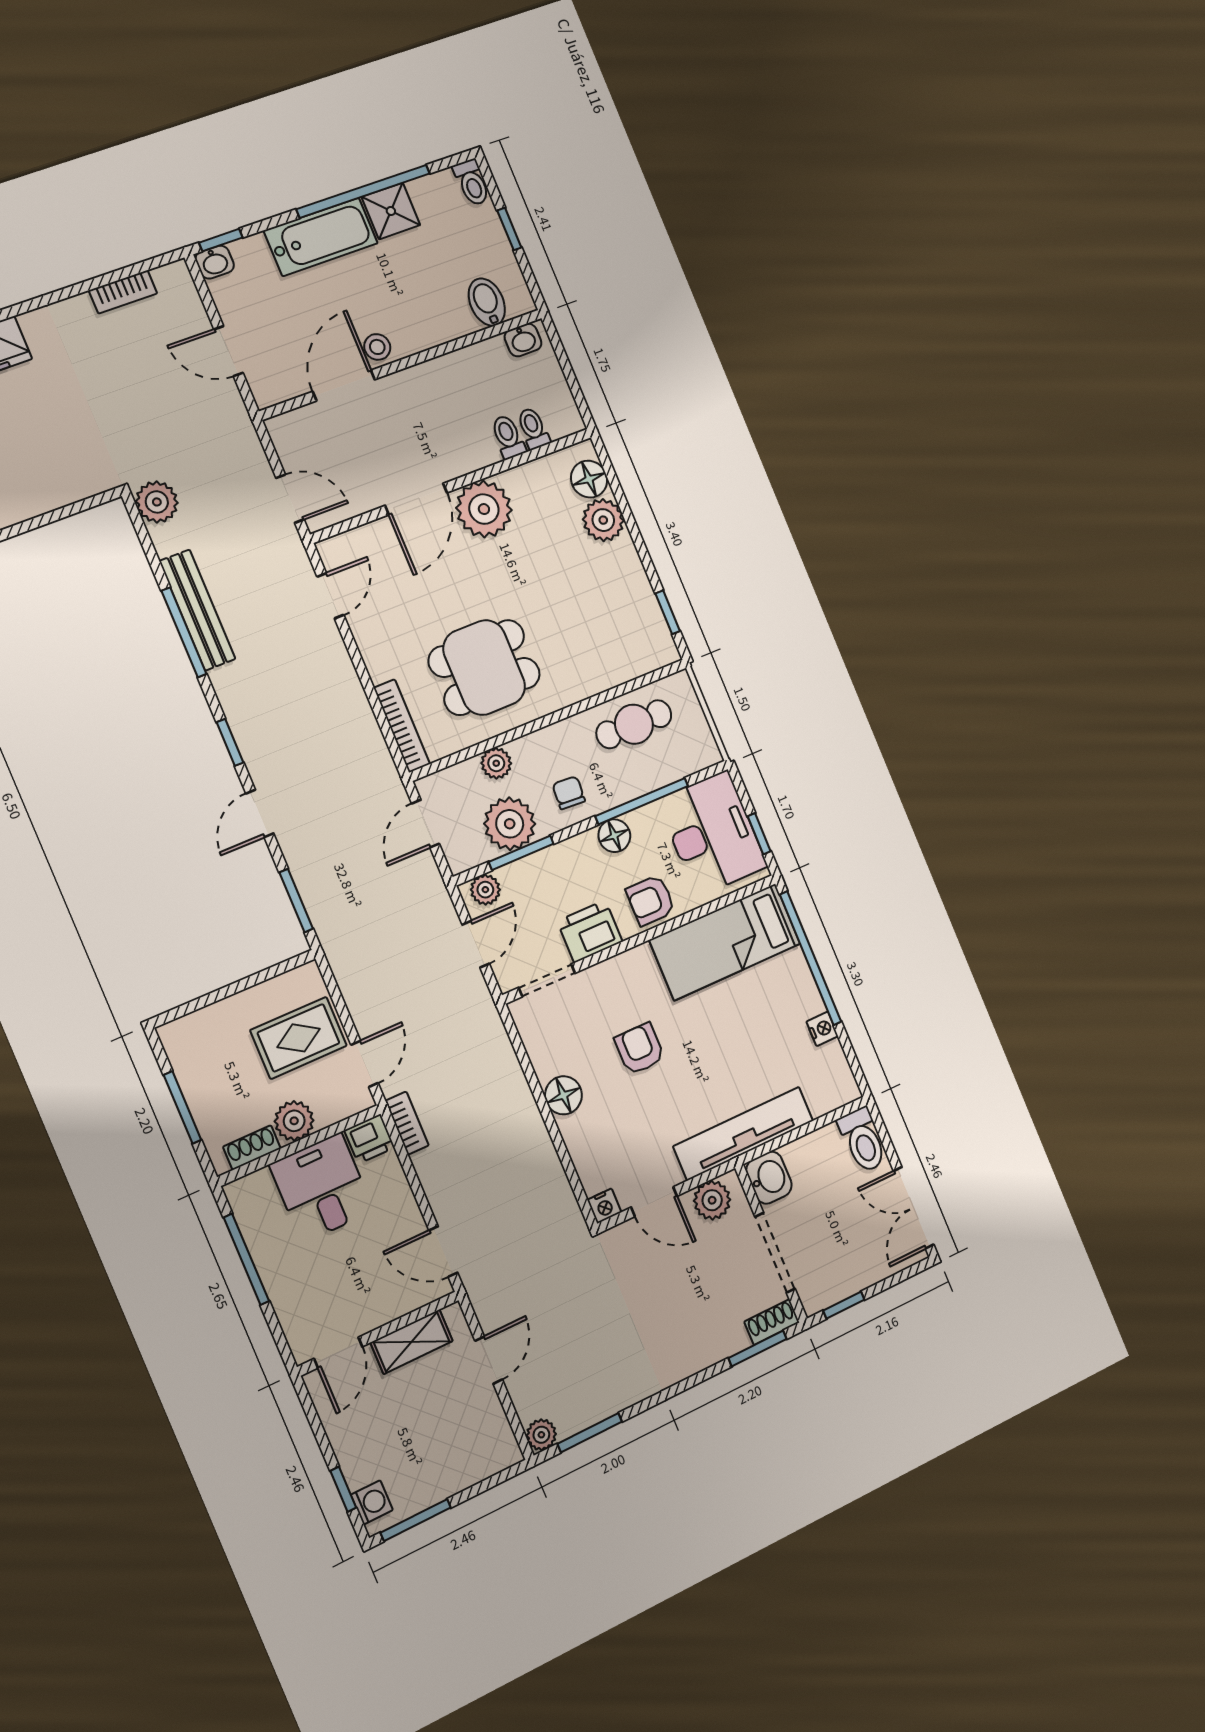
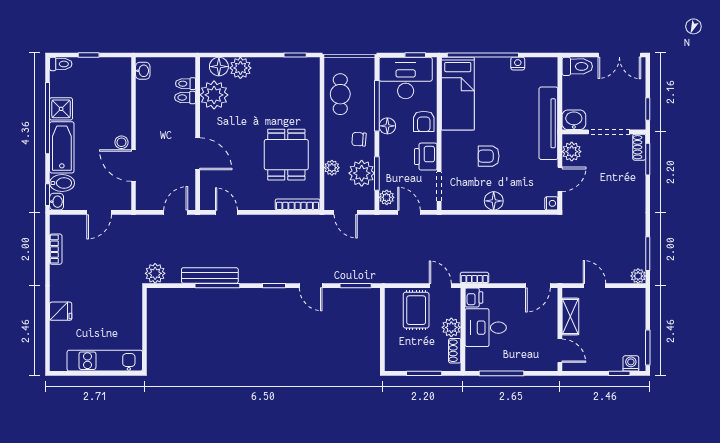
bidet: (487, 302) -> (62, 183), moved, turned 180
plant: (484, 509) -> (214, 95), moved

